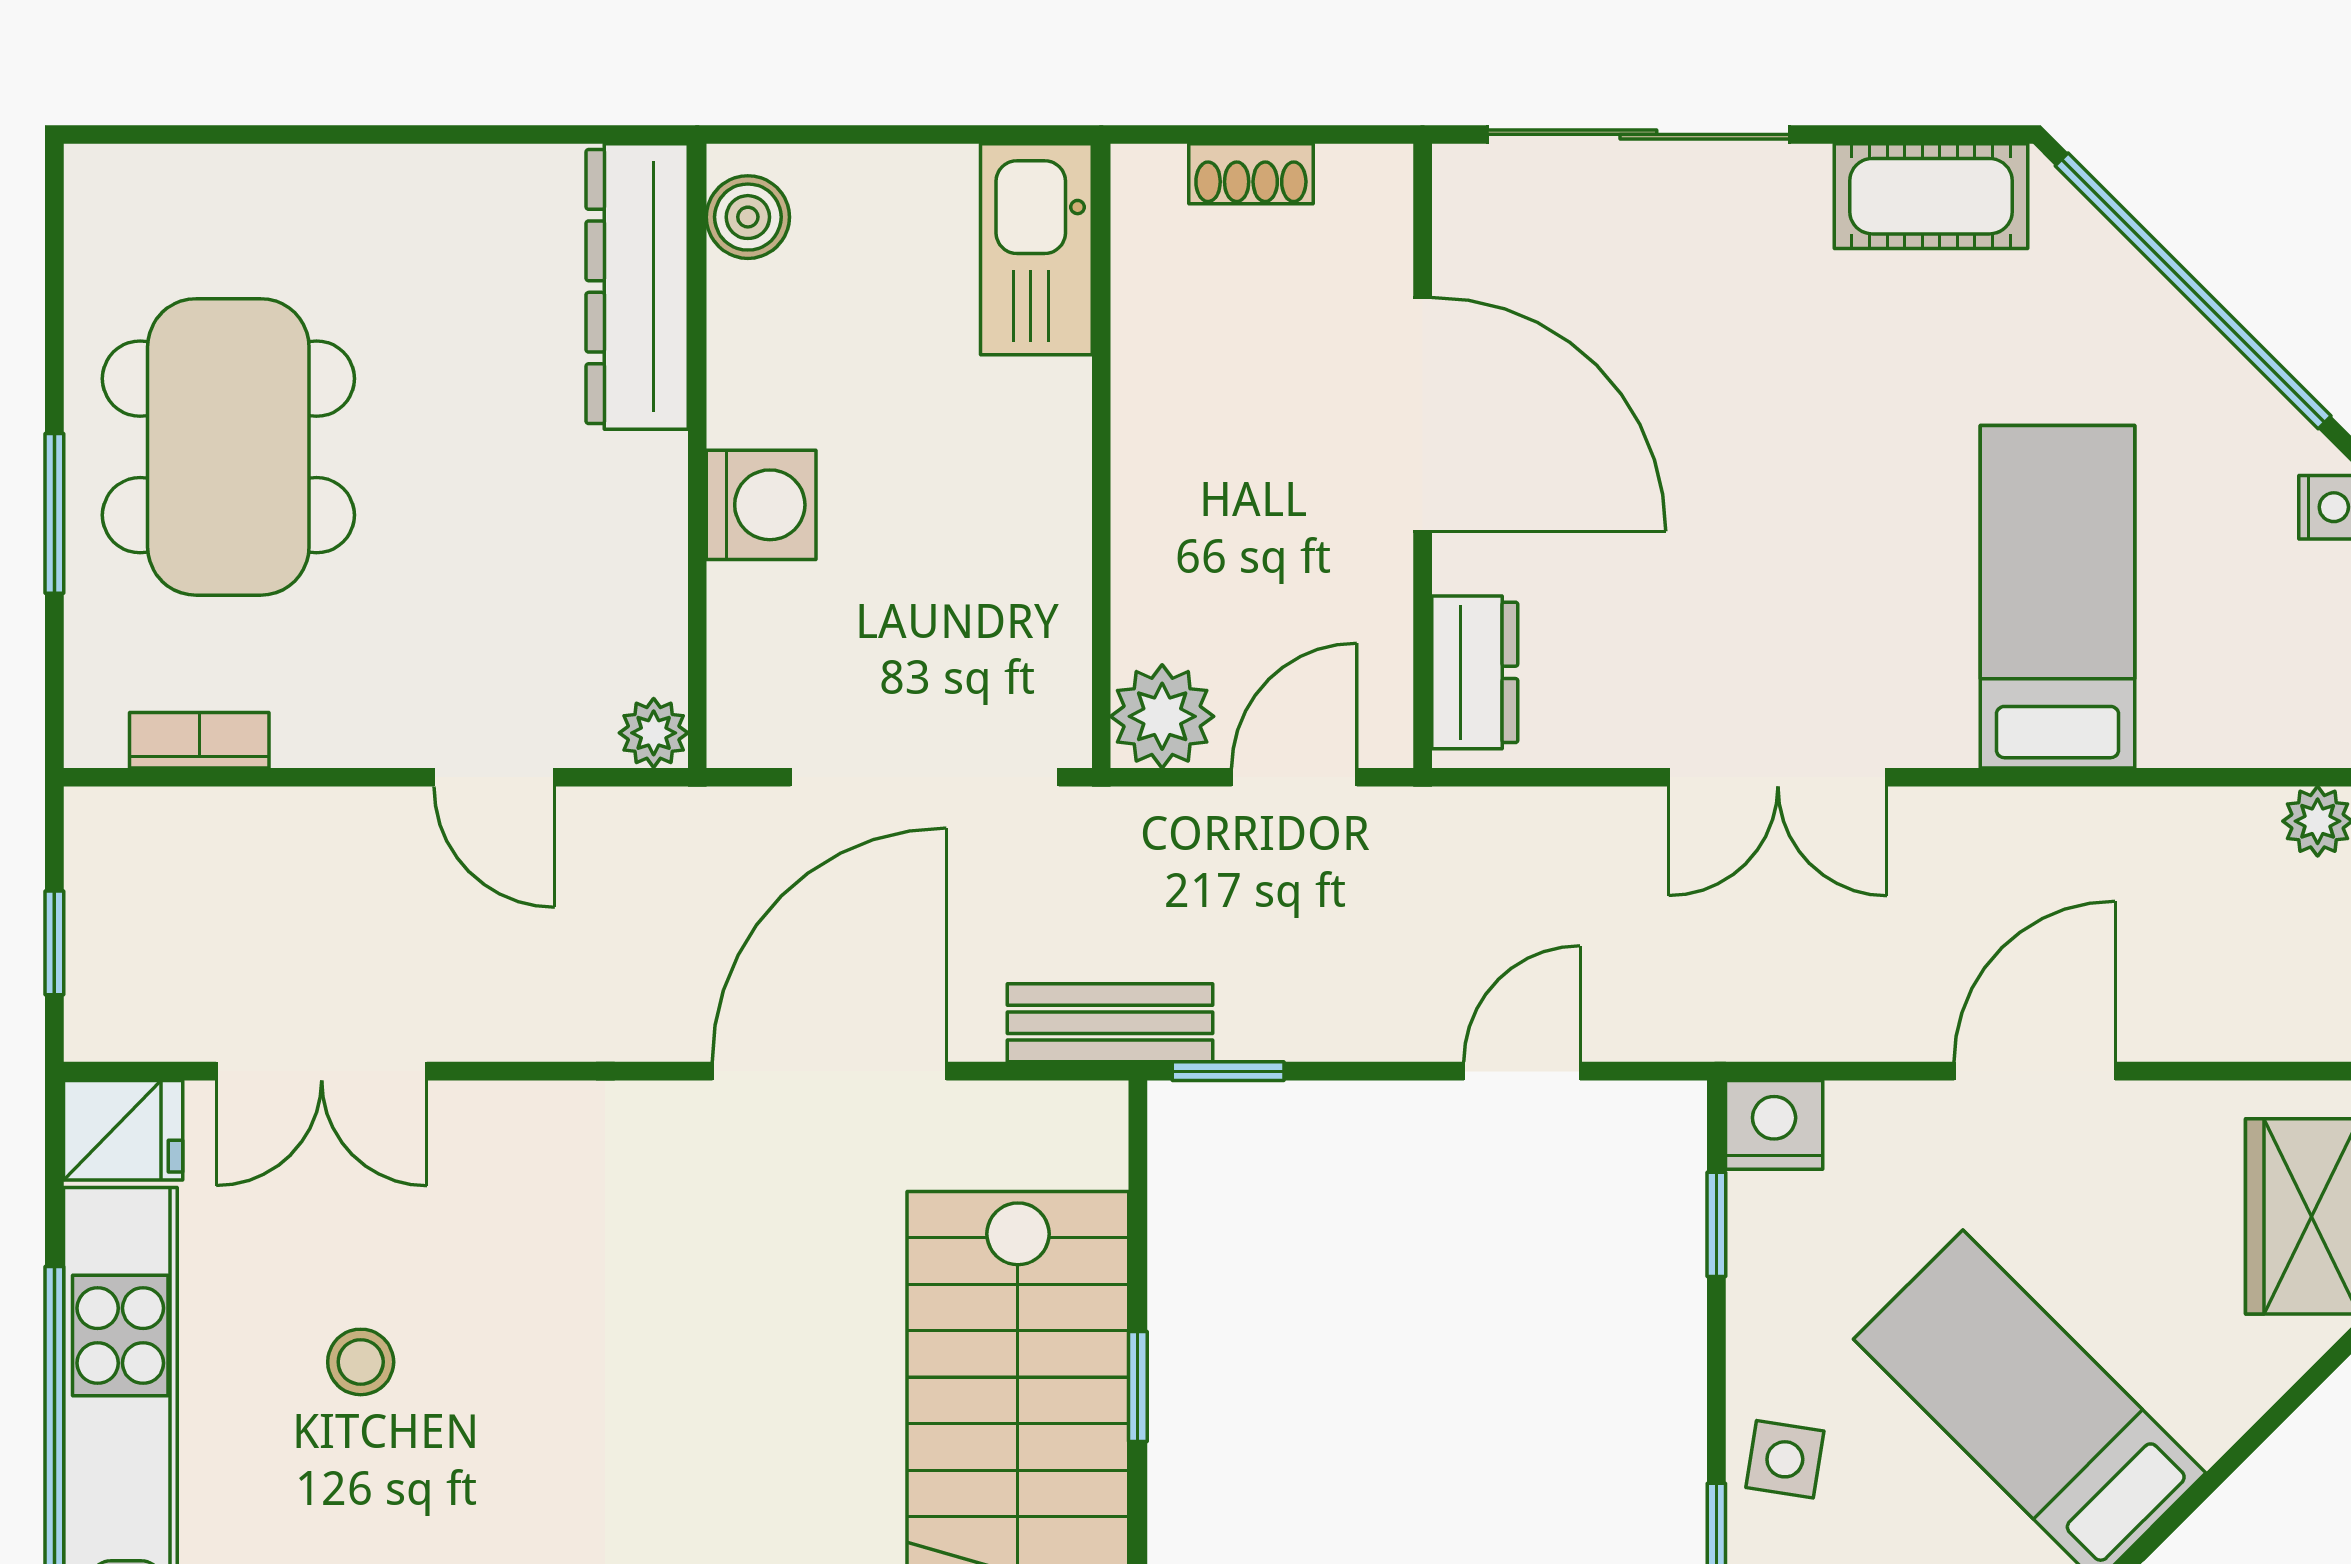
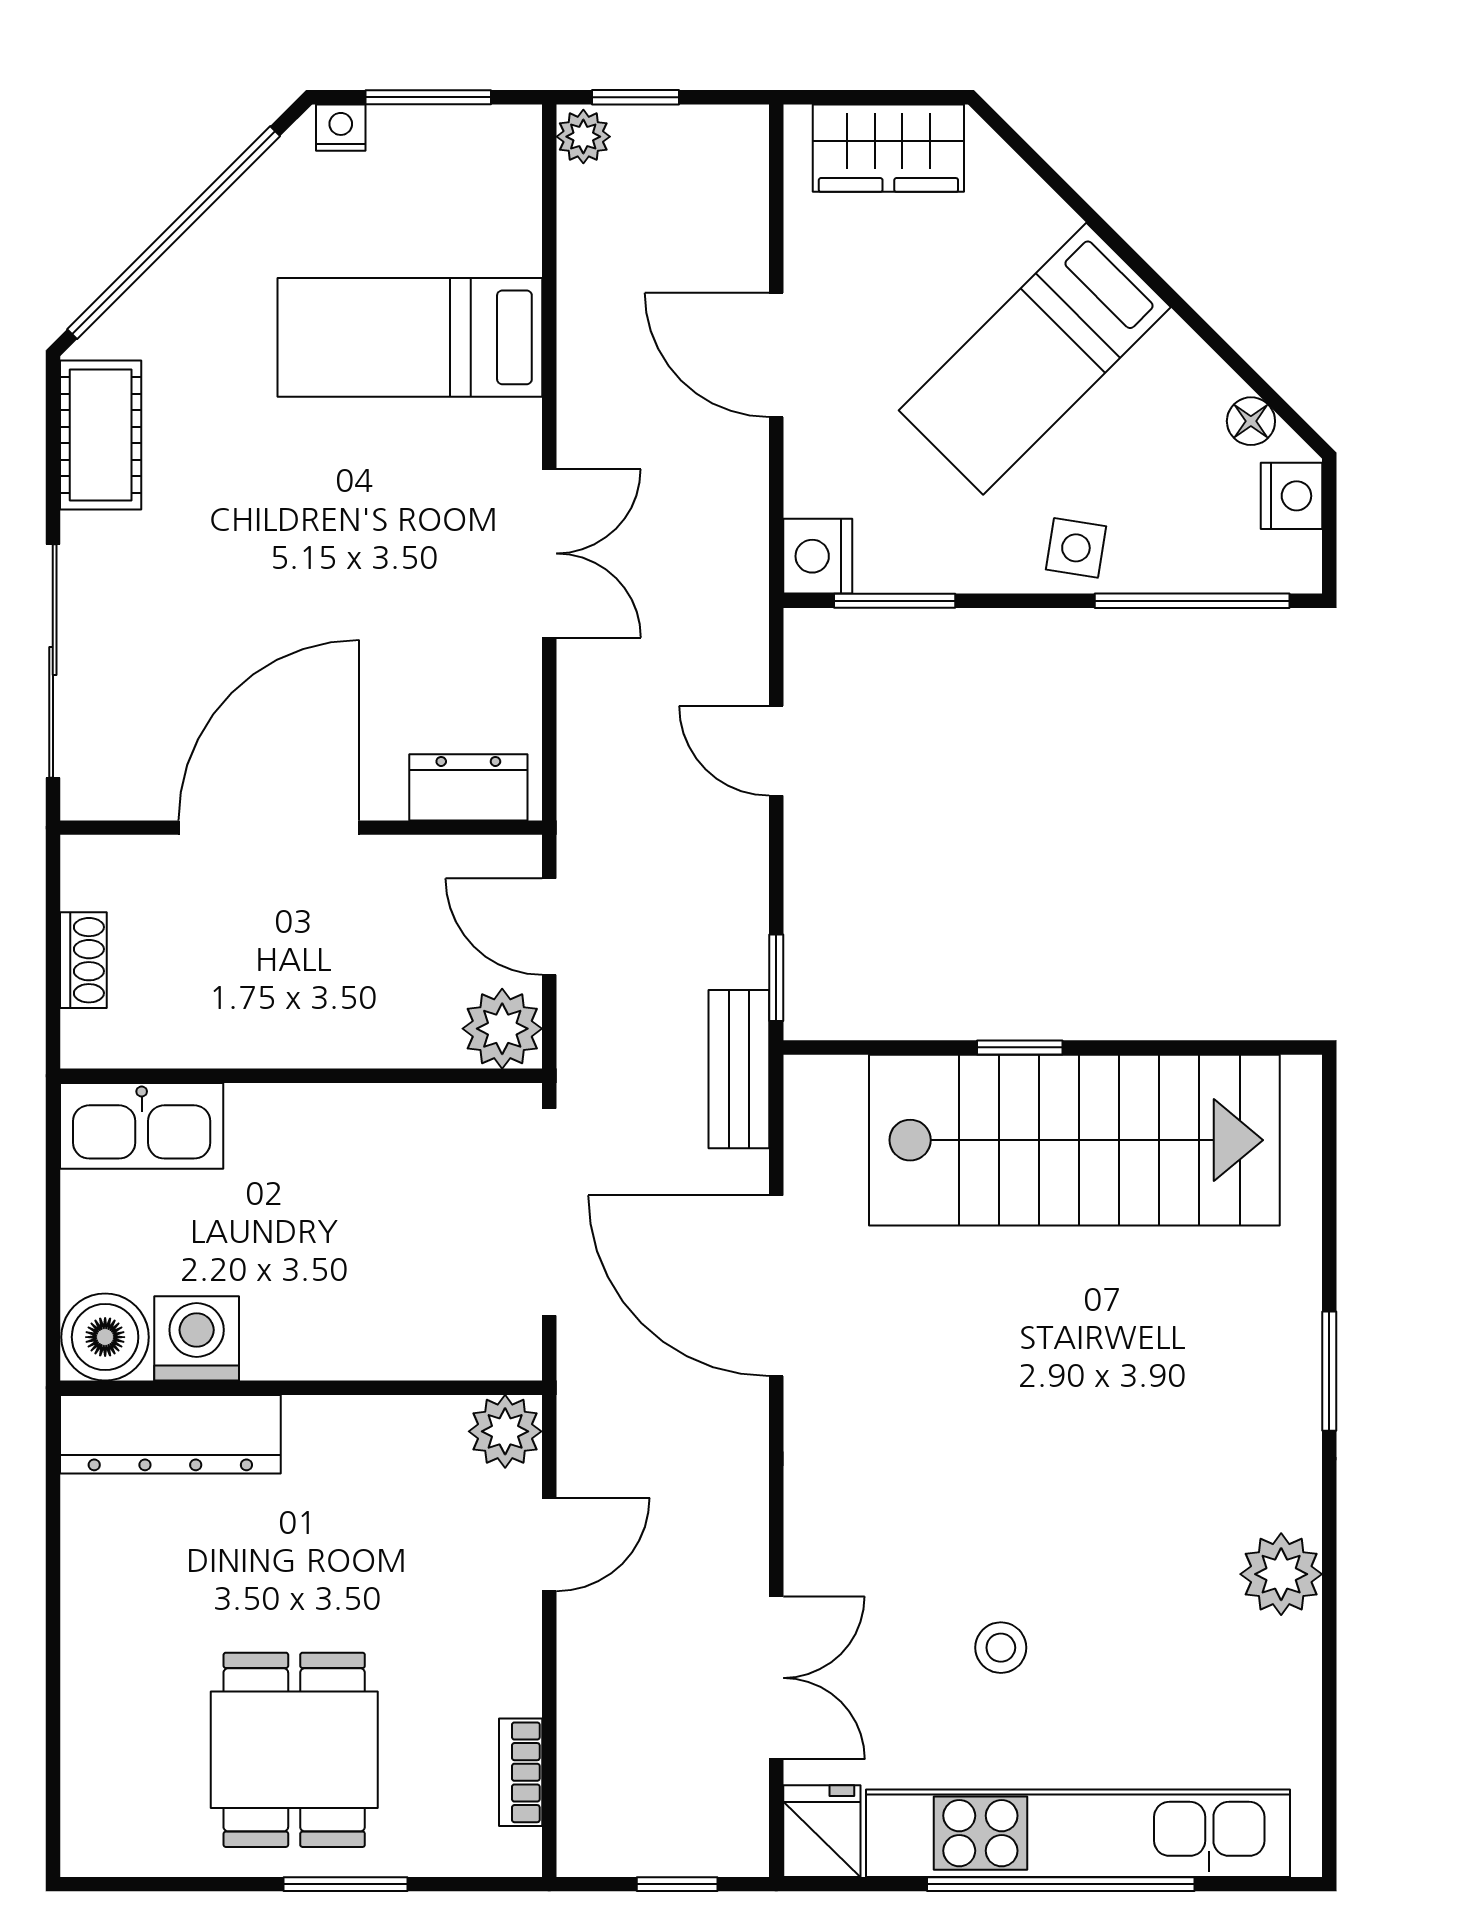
boiler: (748, 217) -> (105, 1337), width x1.36, depth x1.36
dining table: (228, 447) -> (294, 1750), width x0.73
washing machine: (761, 505) -> (197, 1338), moved
plant: (654, 733) -> (505, 1431), width x1.38, depth x1.38
window: (1716, 1224) -> (895, 601), width x1.50

